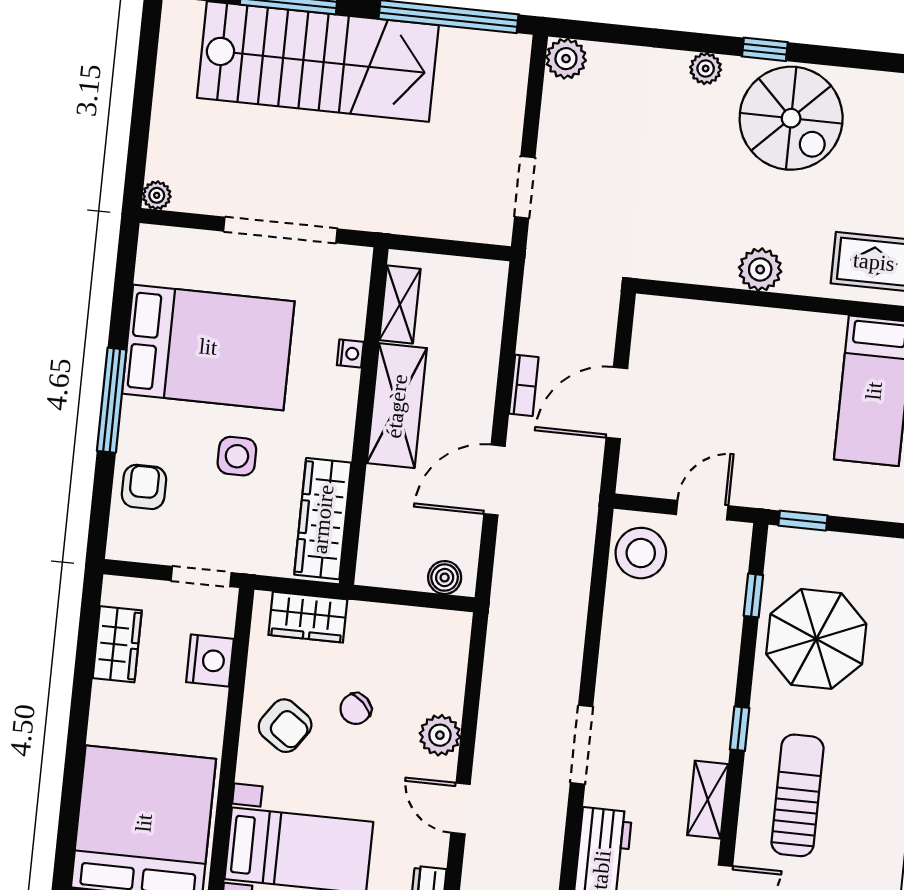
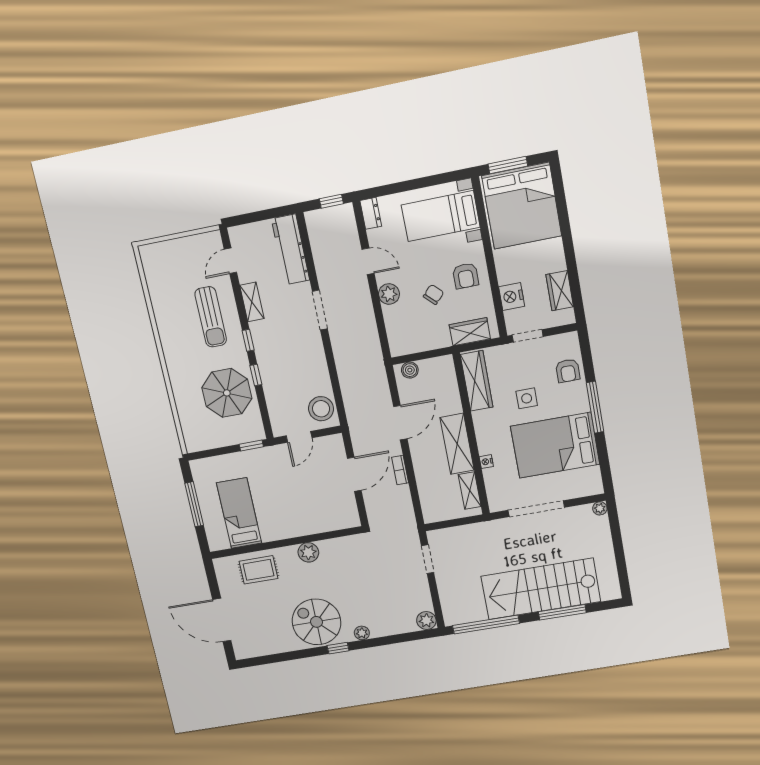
window: (753, 595) -> (256, 375), moved
armchair: (285, 726) -> (466, 276), turned -125

